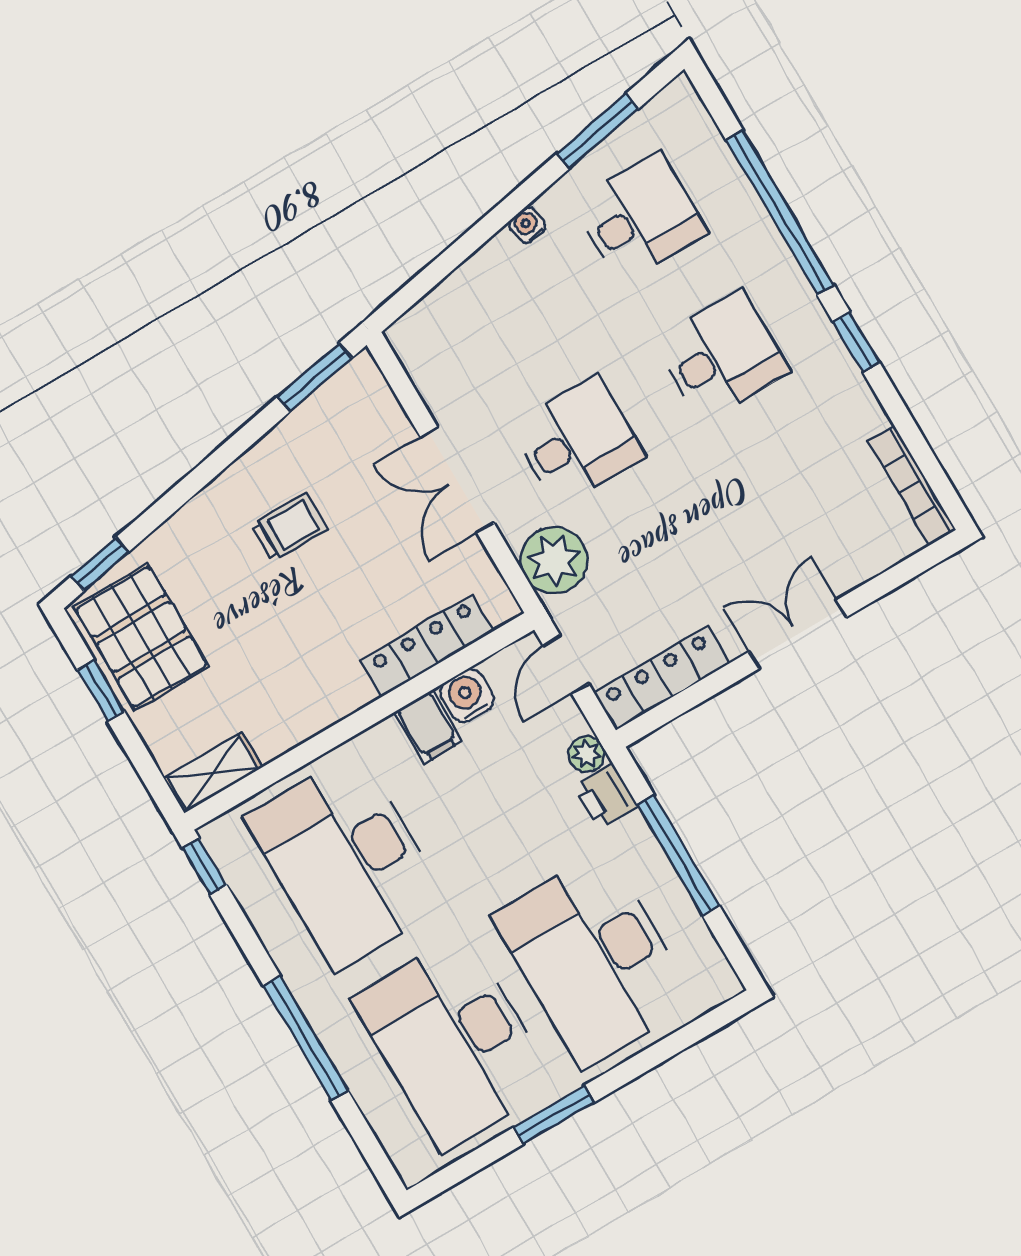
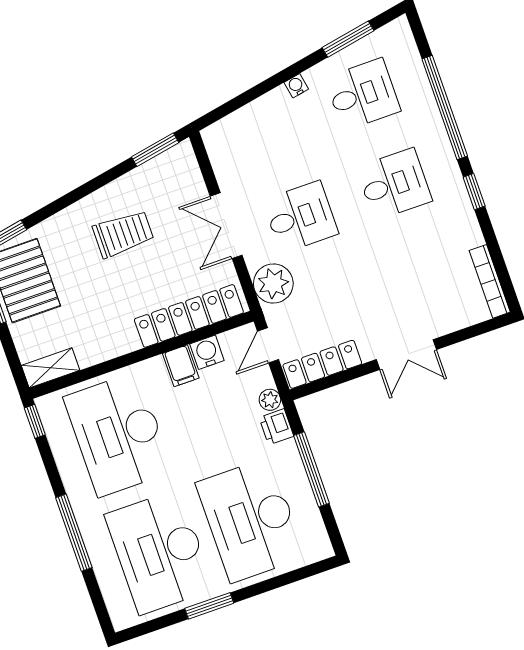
trolley: (289, 527) -> (123, 234), width x1.36, depth x1.39
double door: (798, 634) -> (406, 355), swing flipped
locker: (427, 645) -> (189, 316), width x1.41, depth x1.21

